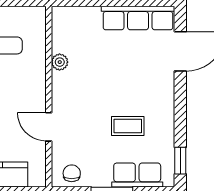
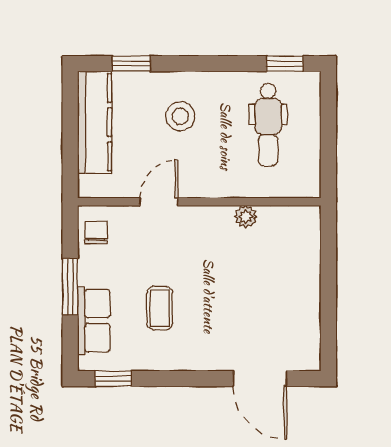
row of seats: (138, 18) -> (305, 322), removed
chair: (72, 173) -> (96, 233), turned -90

